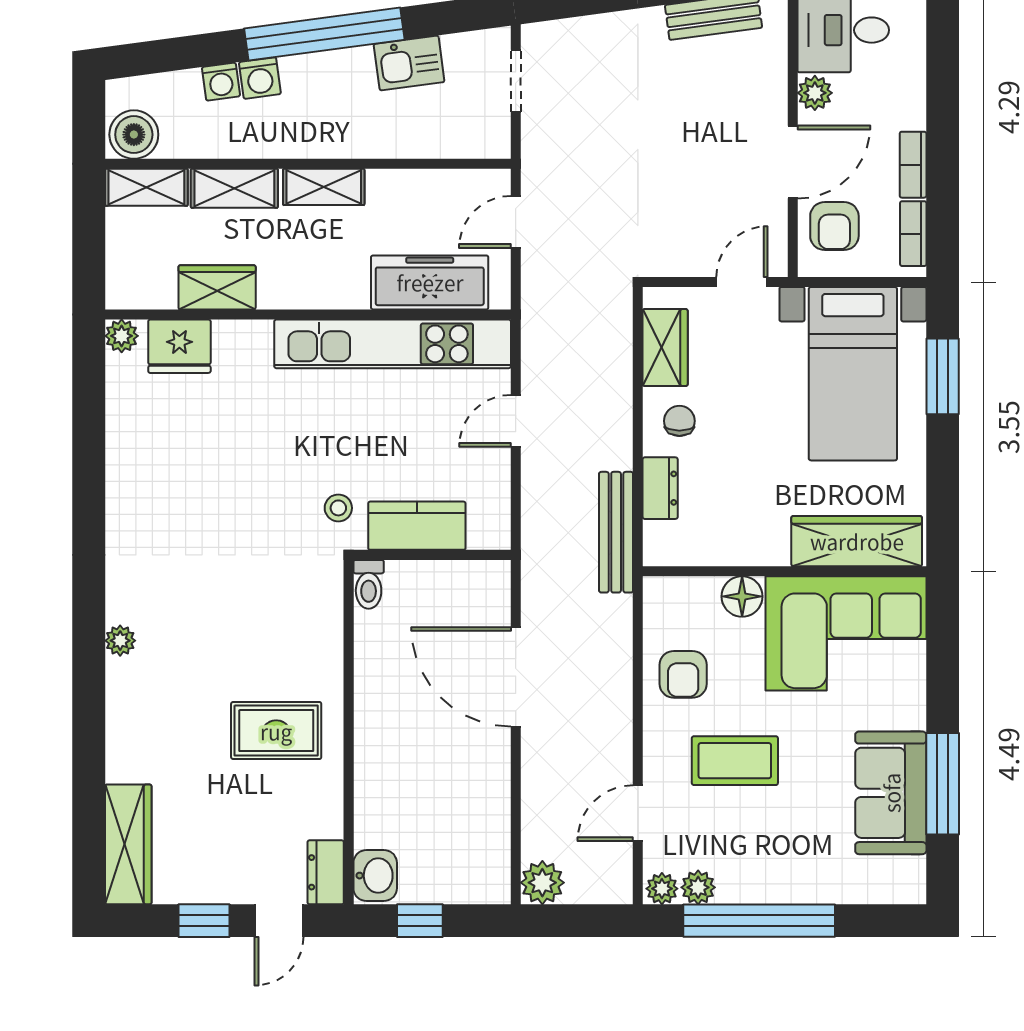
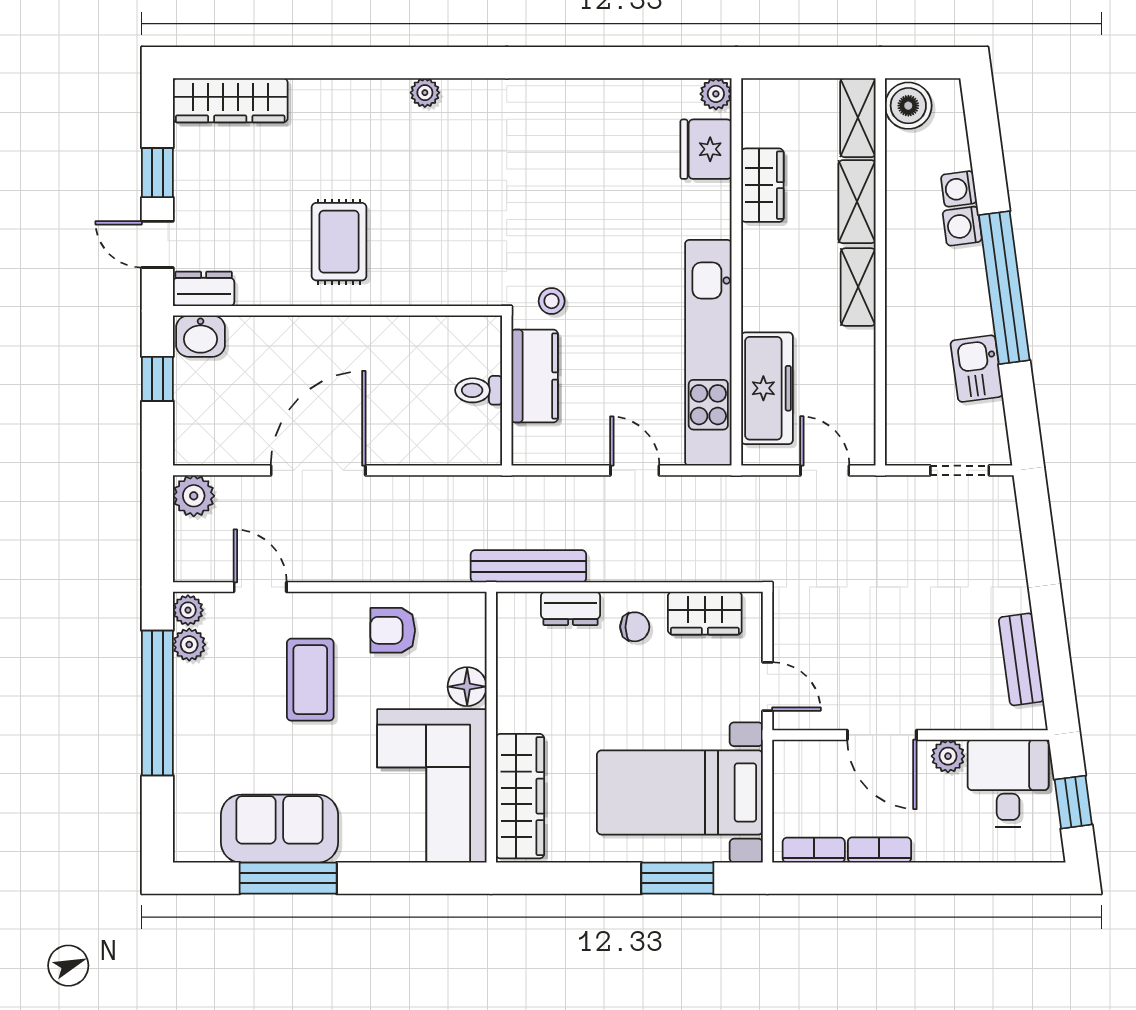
armchair: (834, 226) -> (821, 775), removed
toilet: (369, 584) -> (479, 390), moved
door: (516, 677) -> (318, 470), moved

